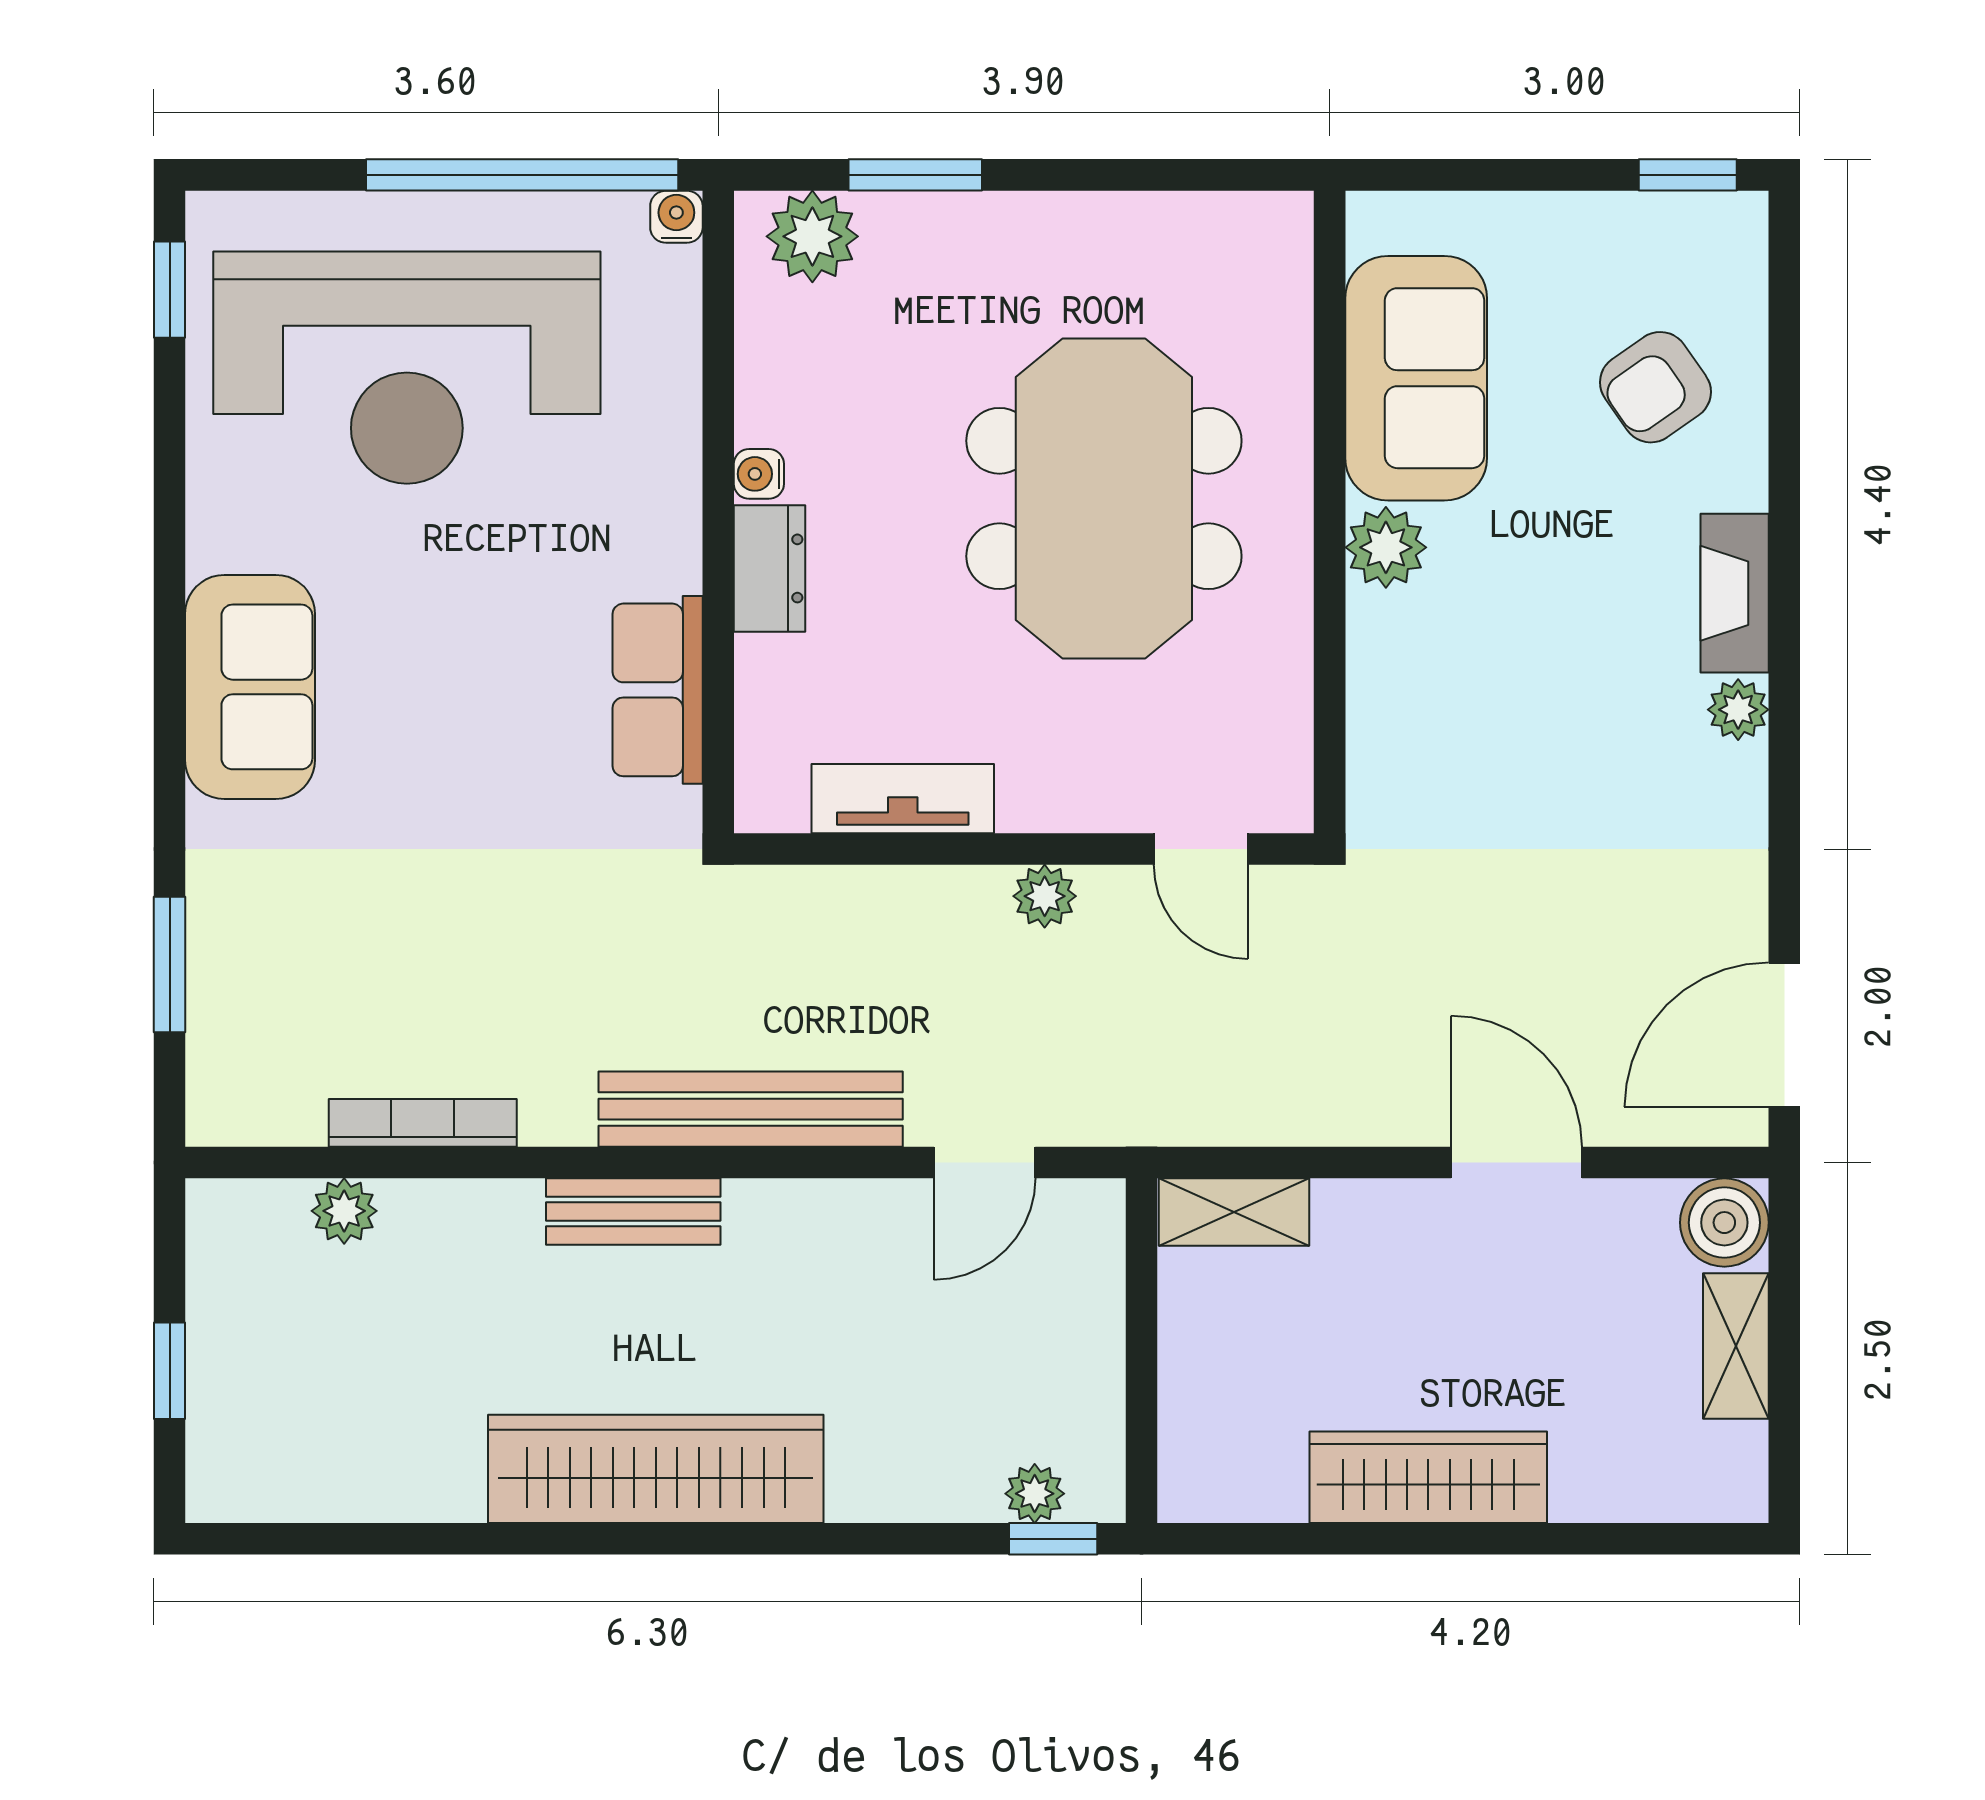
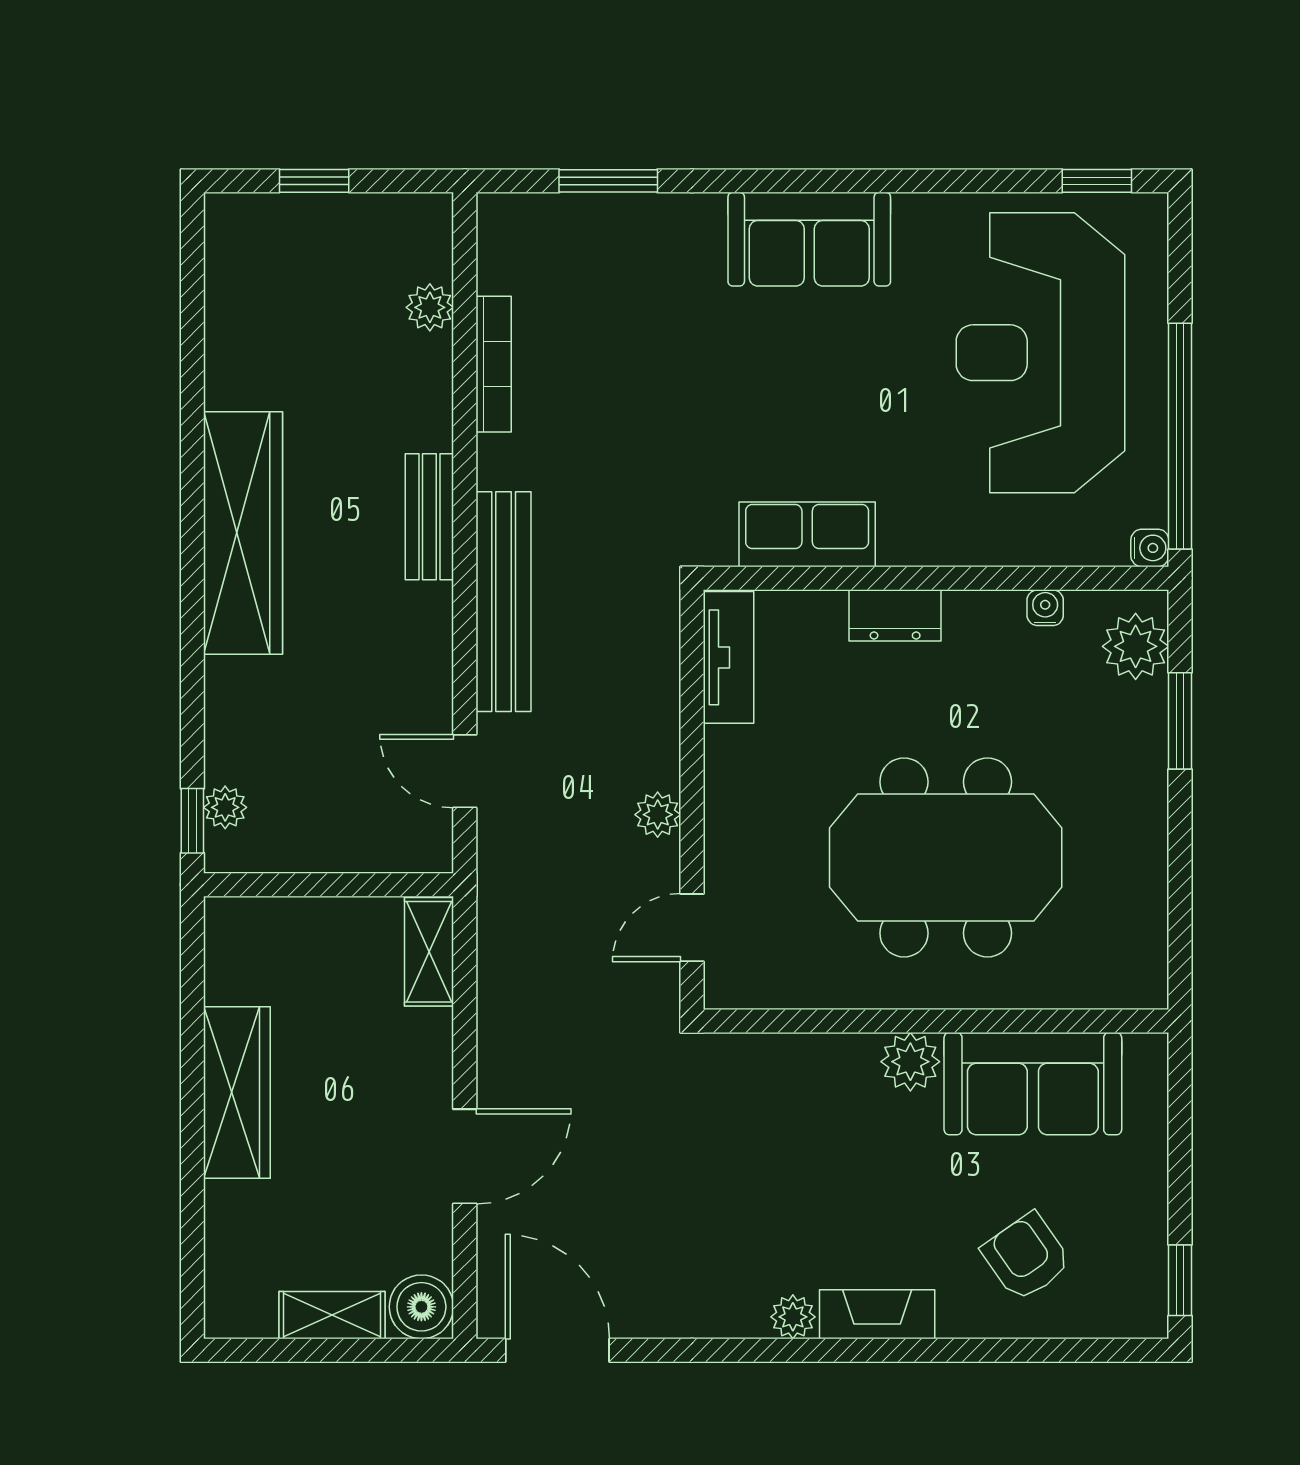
water cooler: (759, 474) -> (1045, 608), moved
tv unit: (903, 799) -> (728, 657), moved

